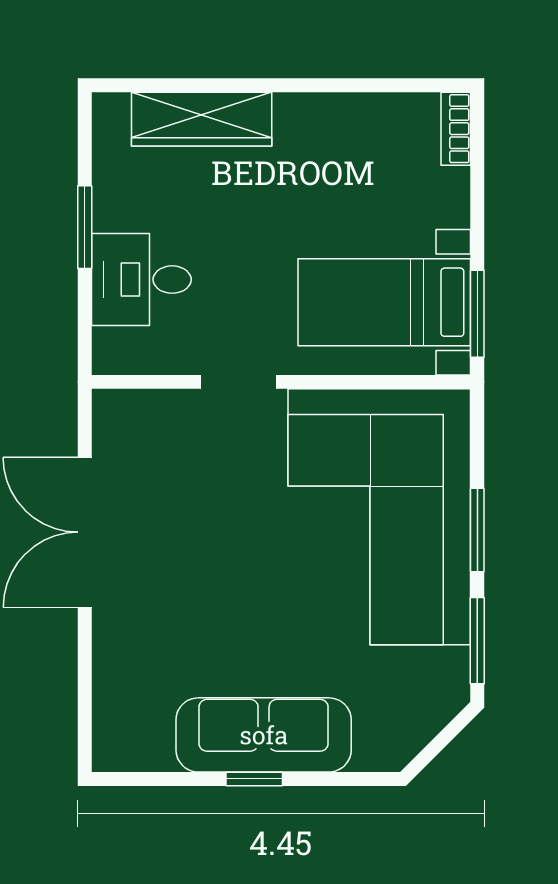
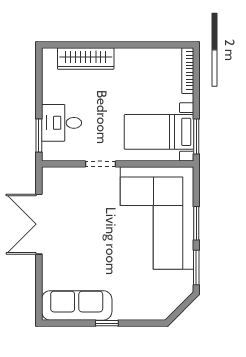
bookcase: (456, 129) -> (188, 71), width x1.56
window: (85, 227) -> (39, 135), moved
sofa: (264, 735) -> (77, 305), moved

